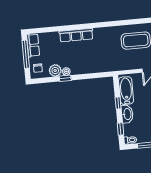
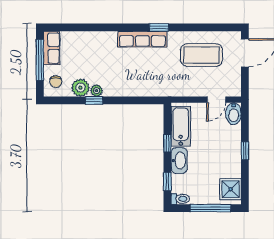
window: (105, 24) -> (159, 27), added
row of seats: (76, 35) -> (142, 39), moved

